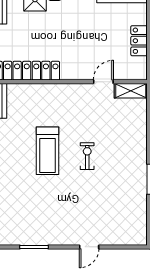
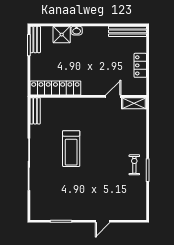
exercise bike: (87, 156) -> (134, 165), moved

